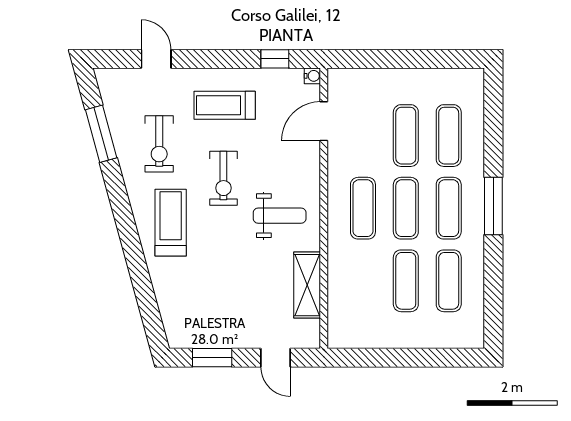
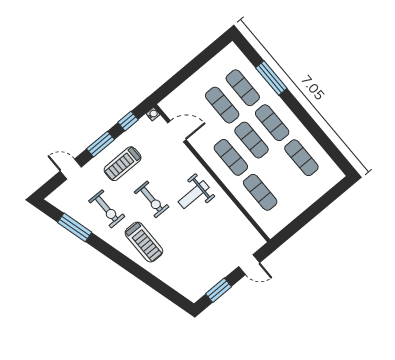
window: (218, 59) -> (100, 144), added
door: (324, 121) -> (177, 131), swing flipped
window: (493, 206) -> (271, 78), moved
weight bench: (280, 216) -> (194, 195), turned 180
treadmill: (171, 223) -> (144, 242), turned 180
exercise mat: (406, 281) -> (260, 192), moved
shelving: (307, 285) -> (235, 217), removed

